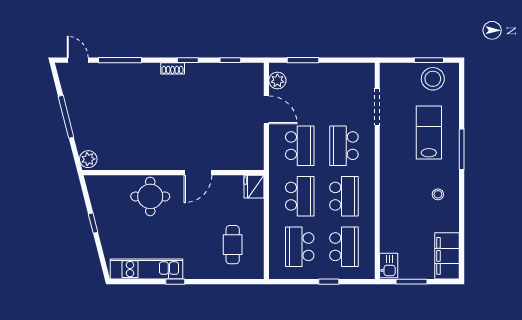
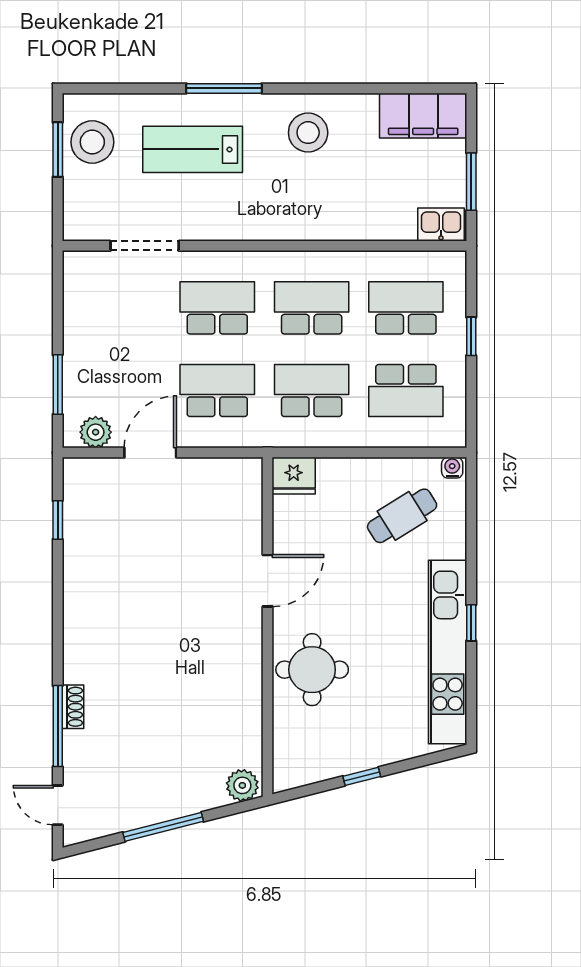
door: (78, 60) -> (58, 805), hinge flipped
window: (188, 60) -> (58, 599), removed
shoe rack: (173, 68) -> (73, 707), moved
school desk: (344, 146) -> (217, 308), turned 180
door: (198, 173) -> (268, 581), hinge flipped
stool: (438, 194) -> (308, 133), width x1.89, depth x1.89
cafe table: (233, 245) -> (402, 516), turned -32
kitchen unit: (147, 269) -> (448, 652), width x1.36
water cooler: (258, 272) -> (452, 468), added

